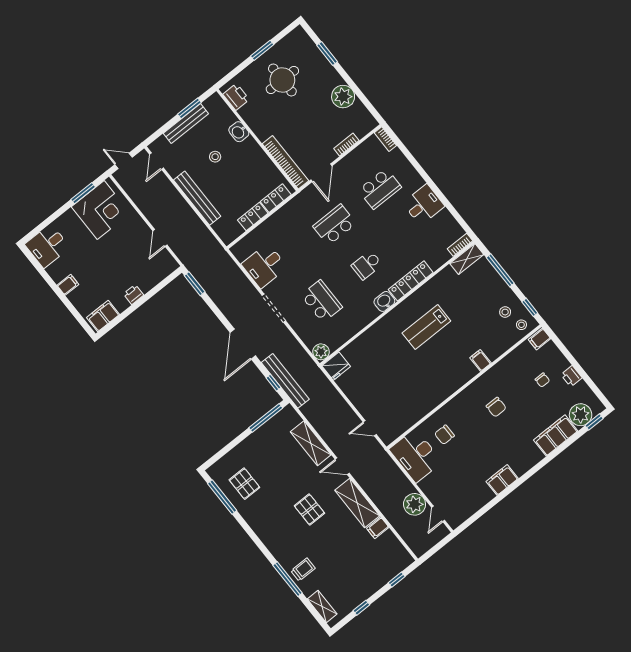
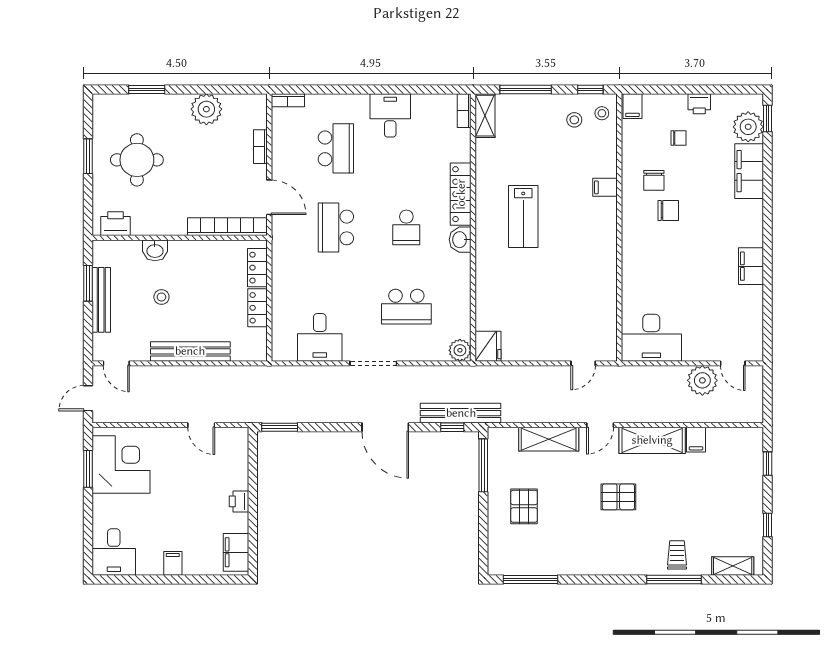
school desk: (322, 301) -> (406, 307), turned 180
chair: (444, 435) -> (654, 180), moved
pallet: (244, 484) -> (524, 506), moved, turned 90

